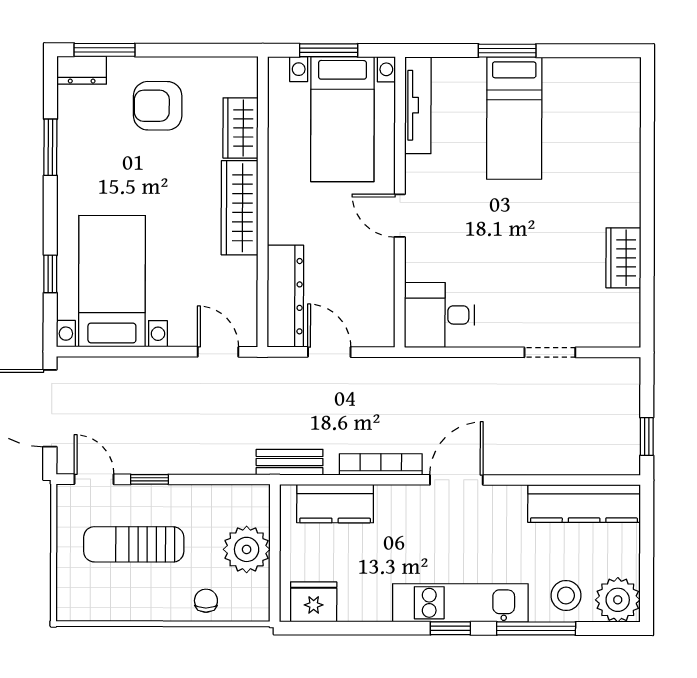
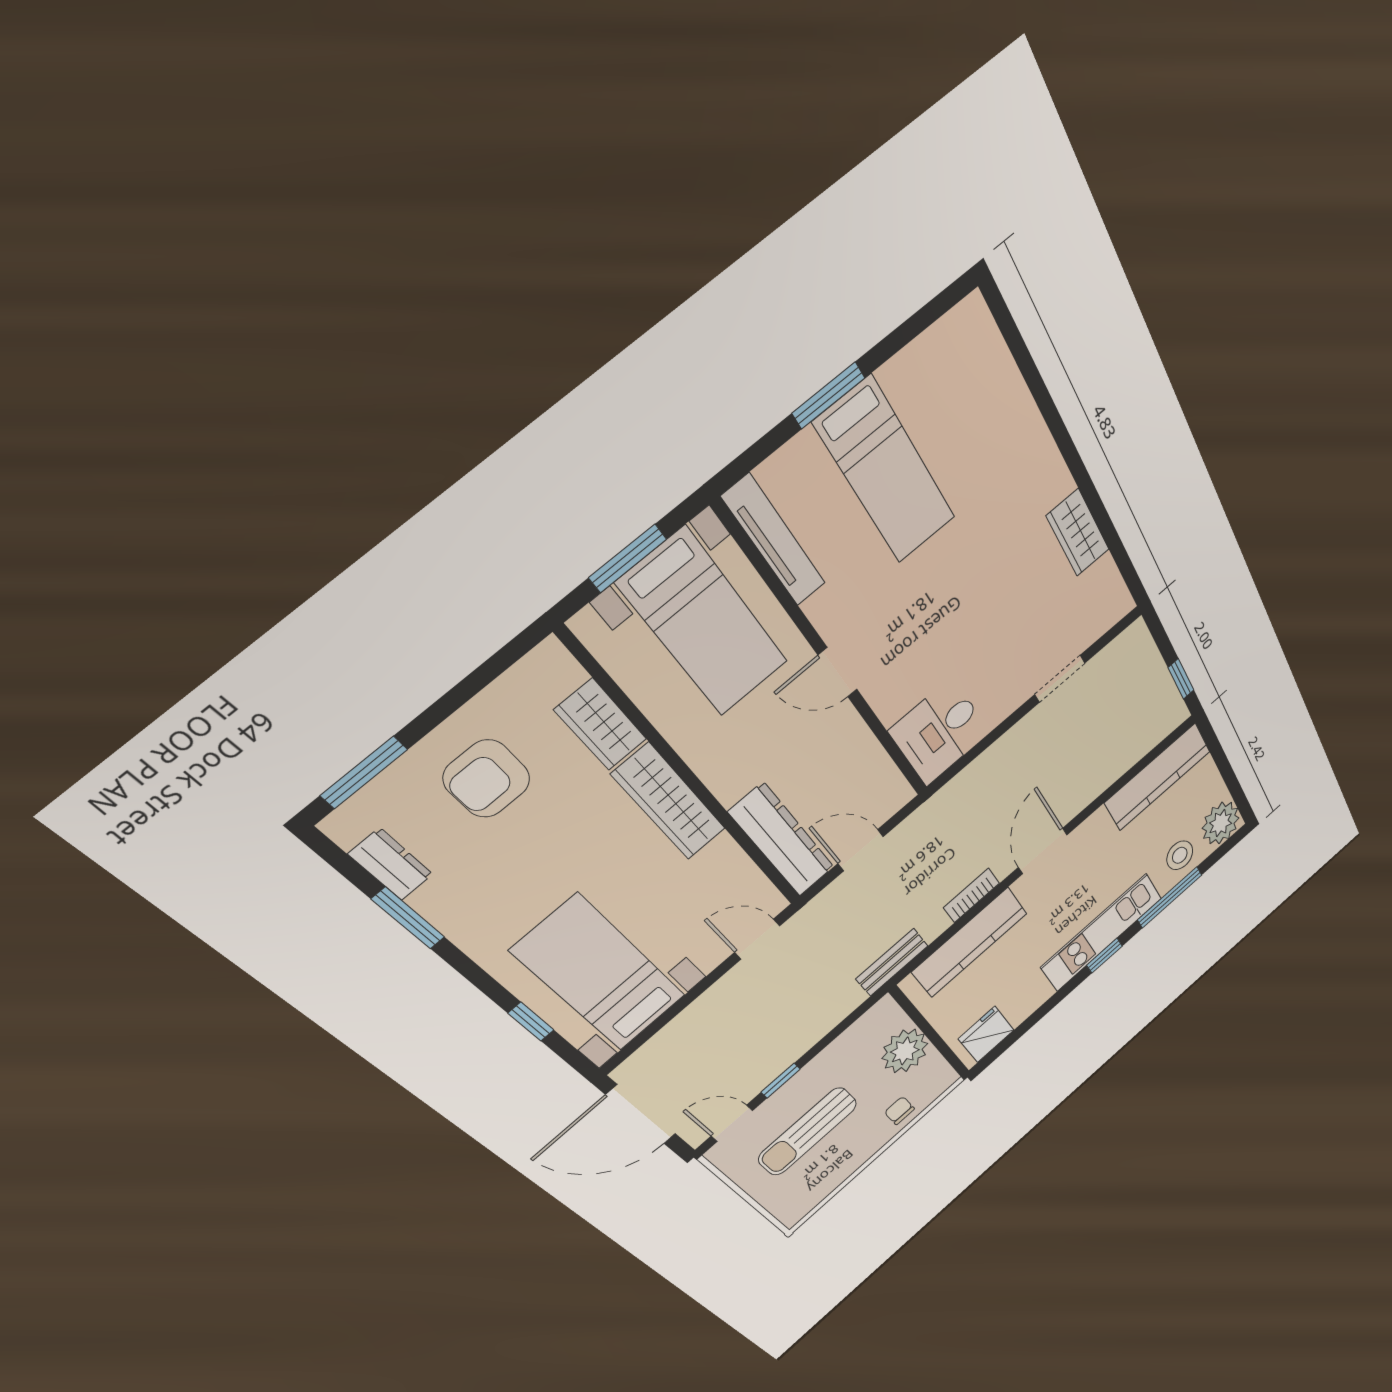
dresser: (82, 70) -> (391, 864), moved, turned -90
bookcase: (381, 464) -> (971, 895), width x0.64
kitchen counter: (335, 504) -> (970, 942), width x1.50

